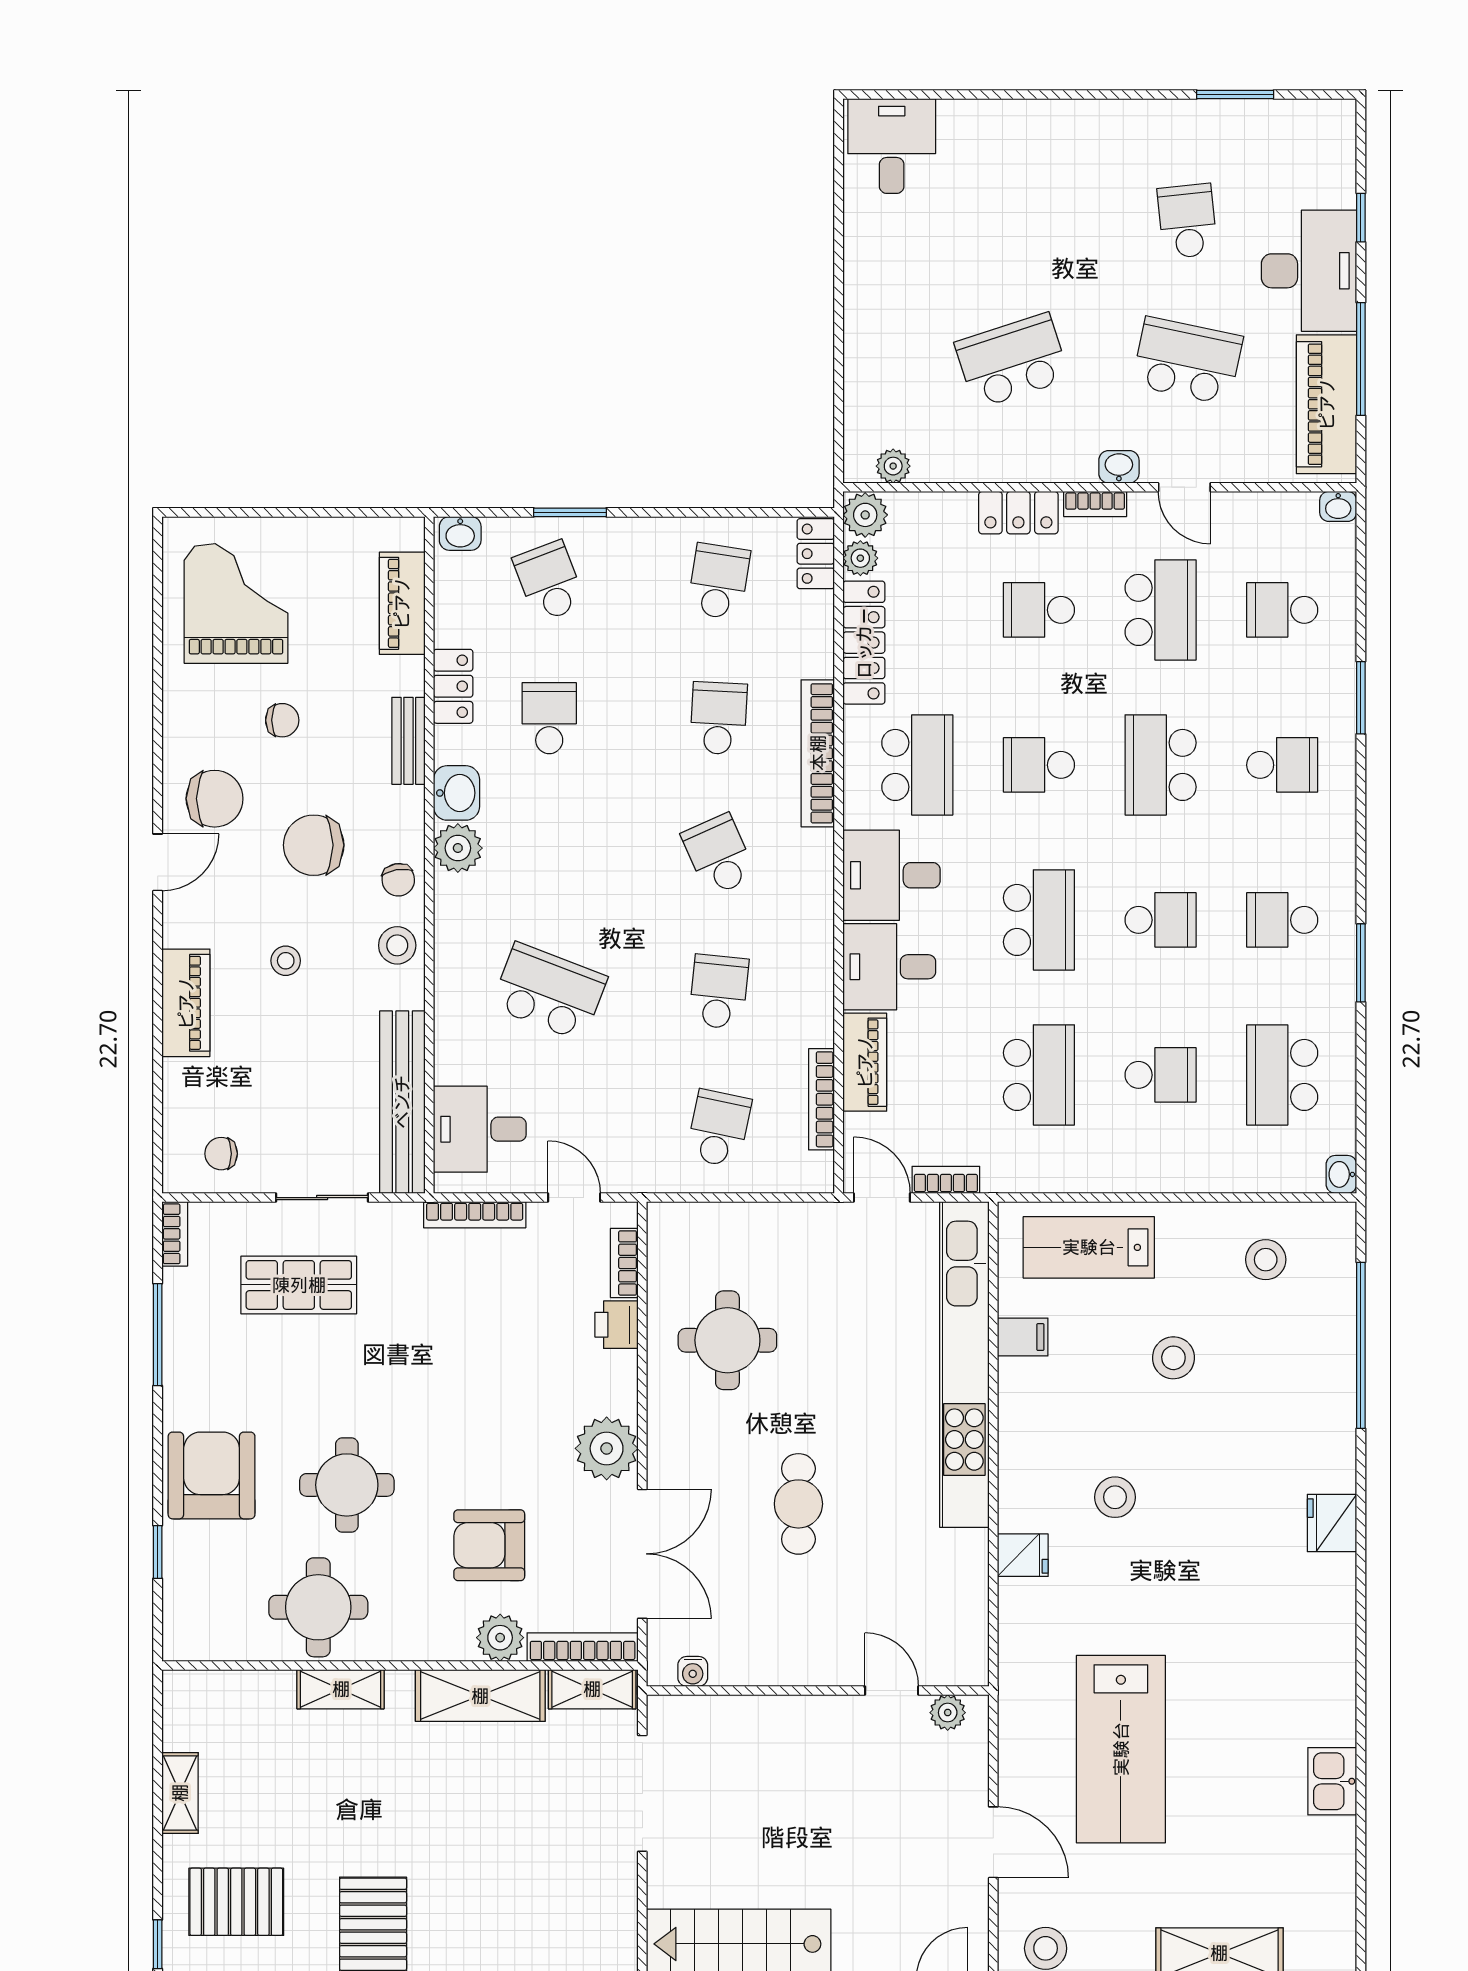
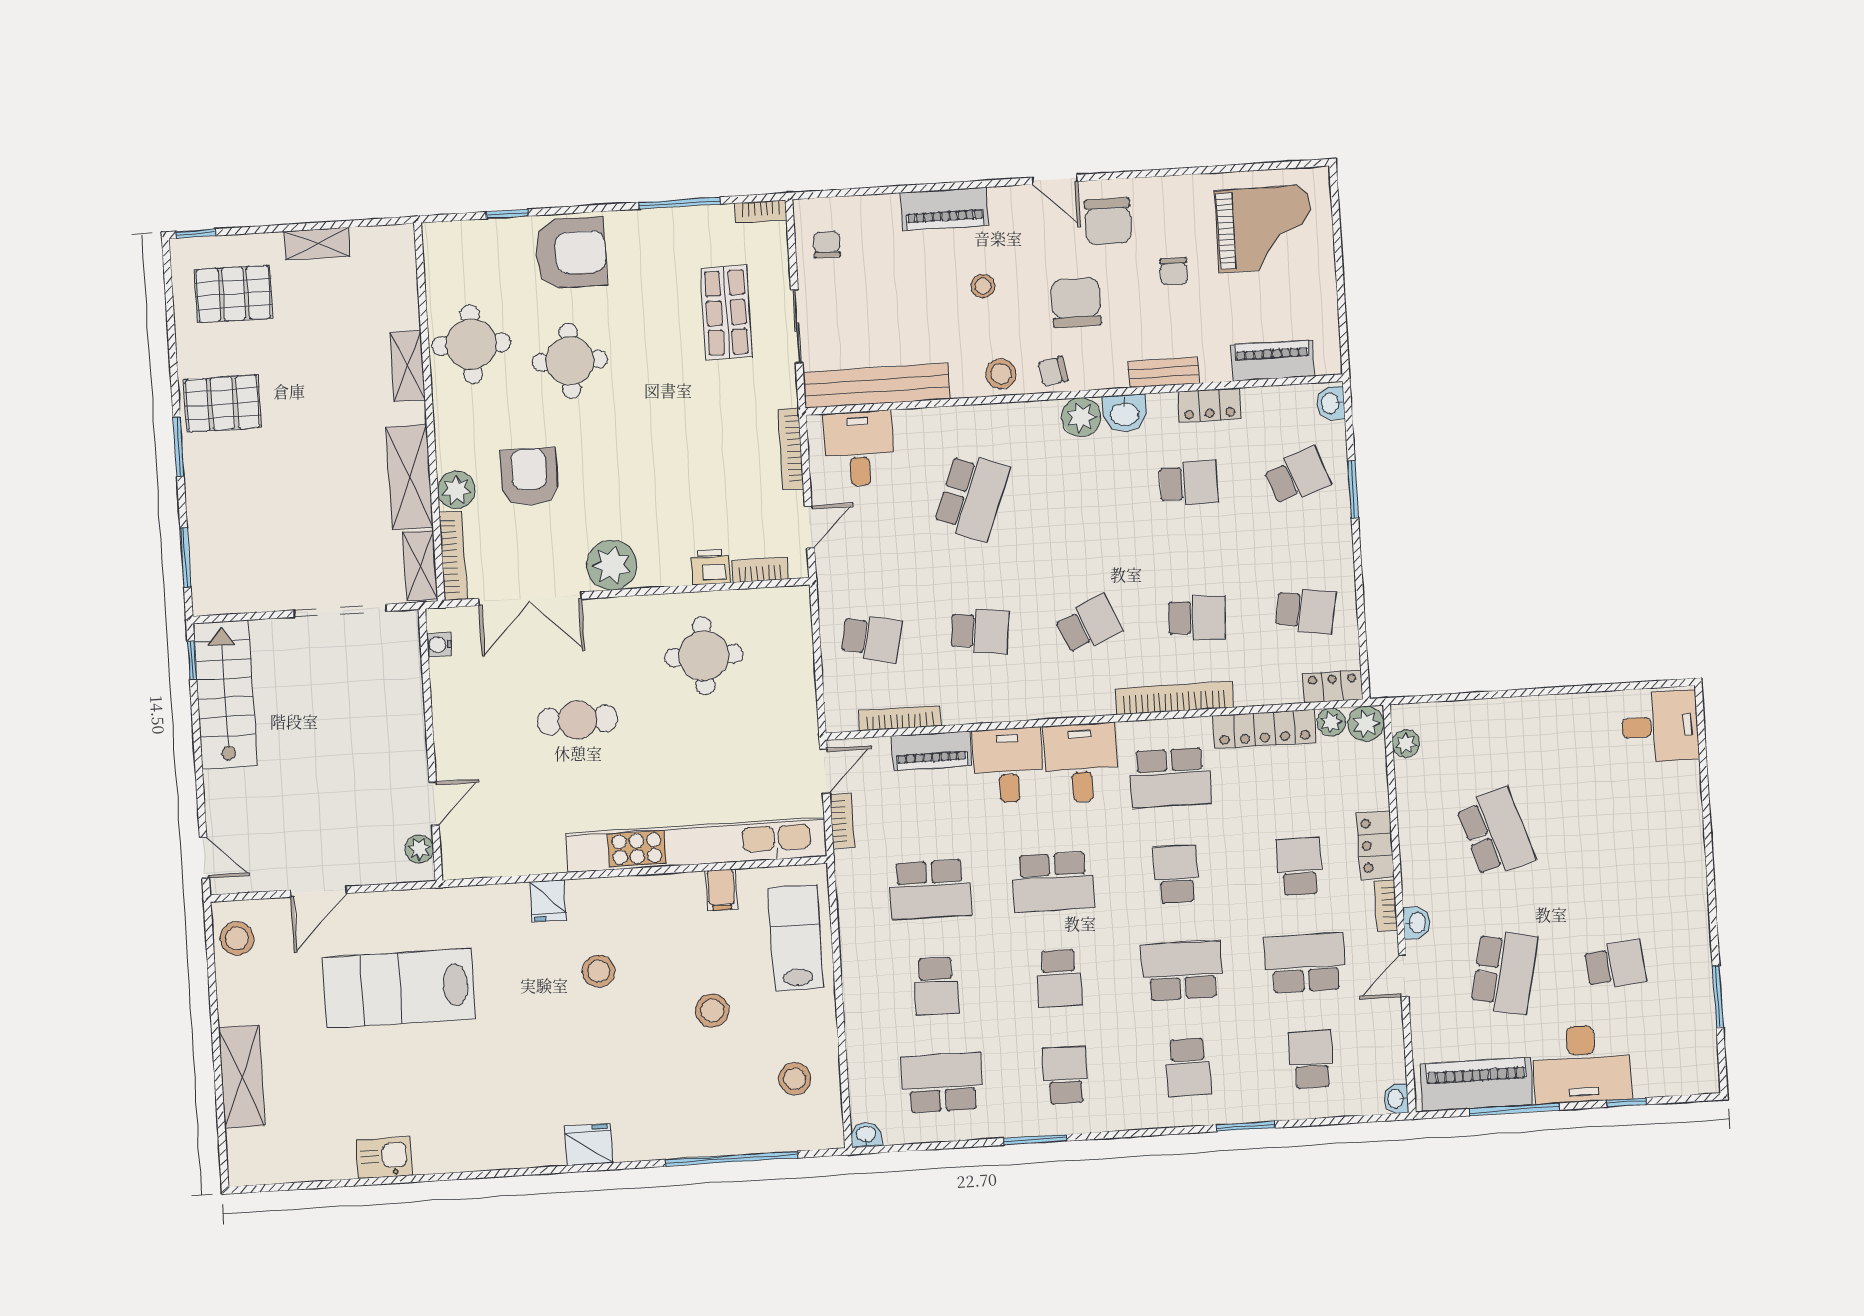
school desk: (1161, 610) -> (1305, 963), turned 180
pallet: (236, 1902) -> (234, 294), turned 90

